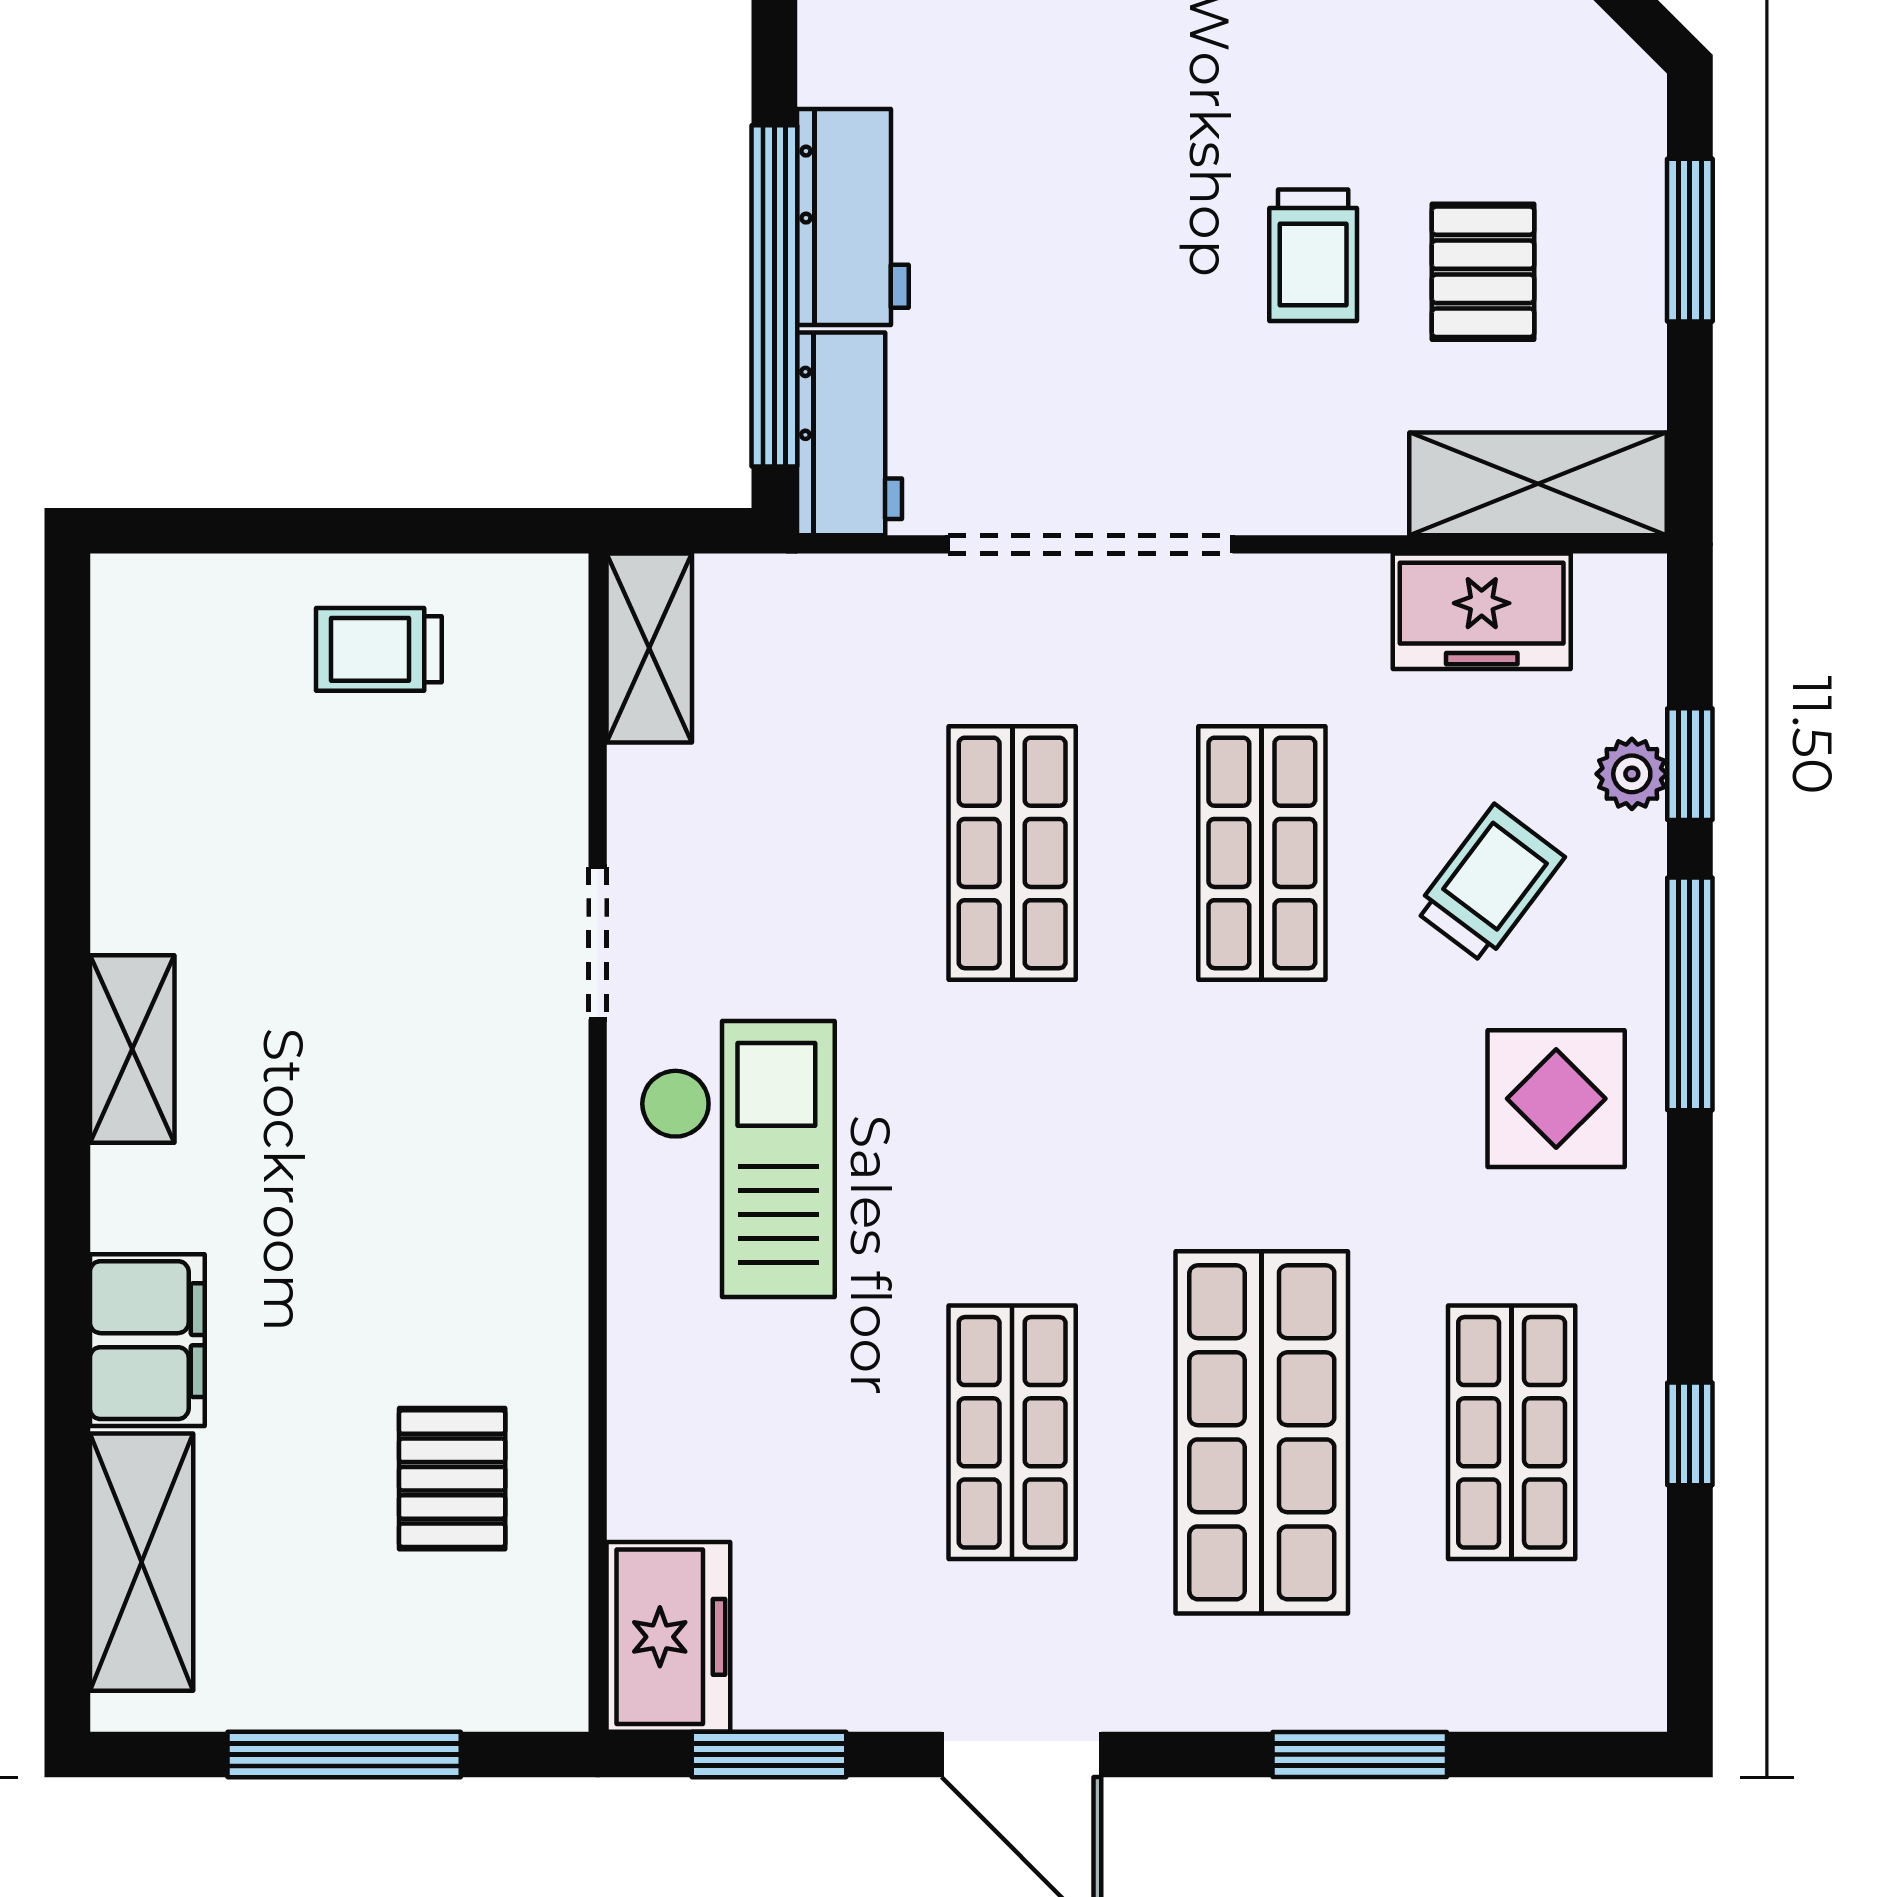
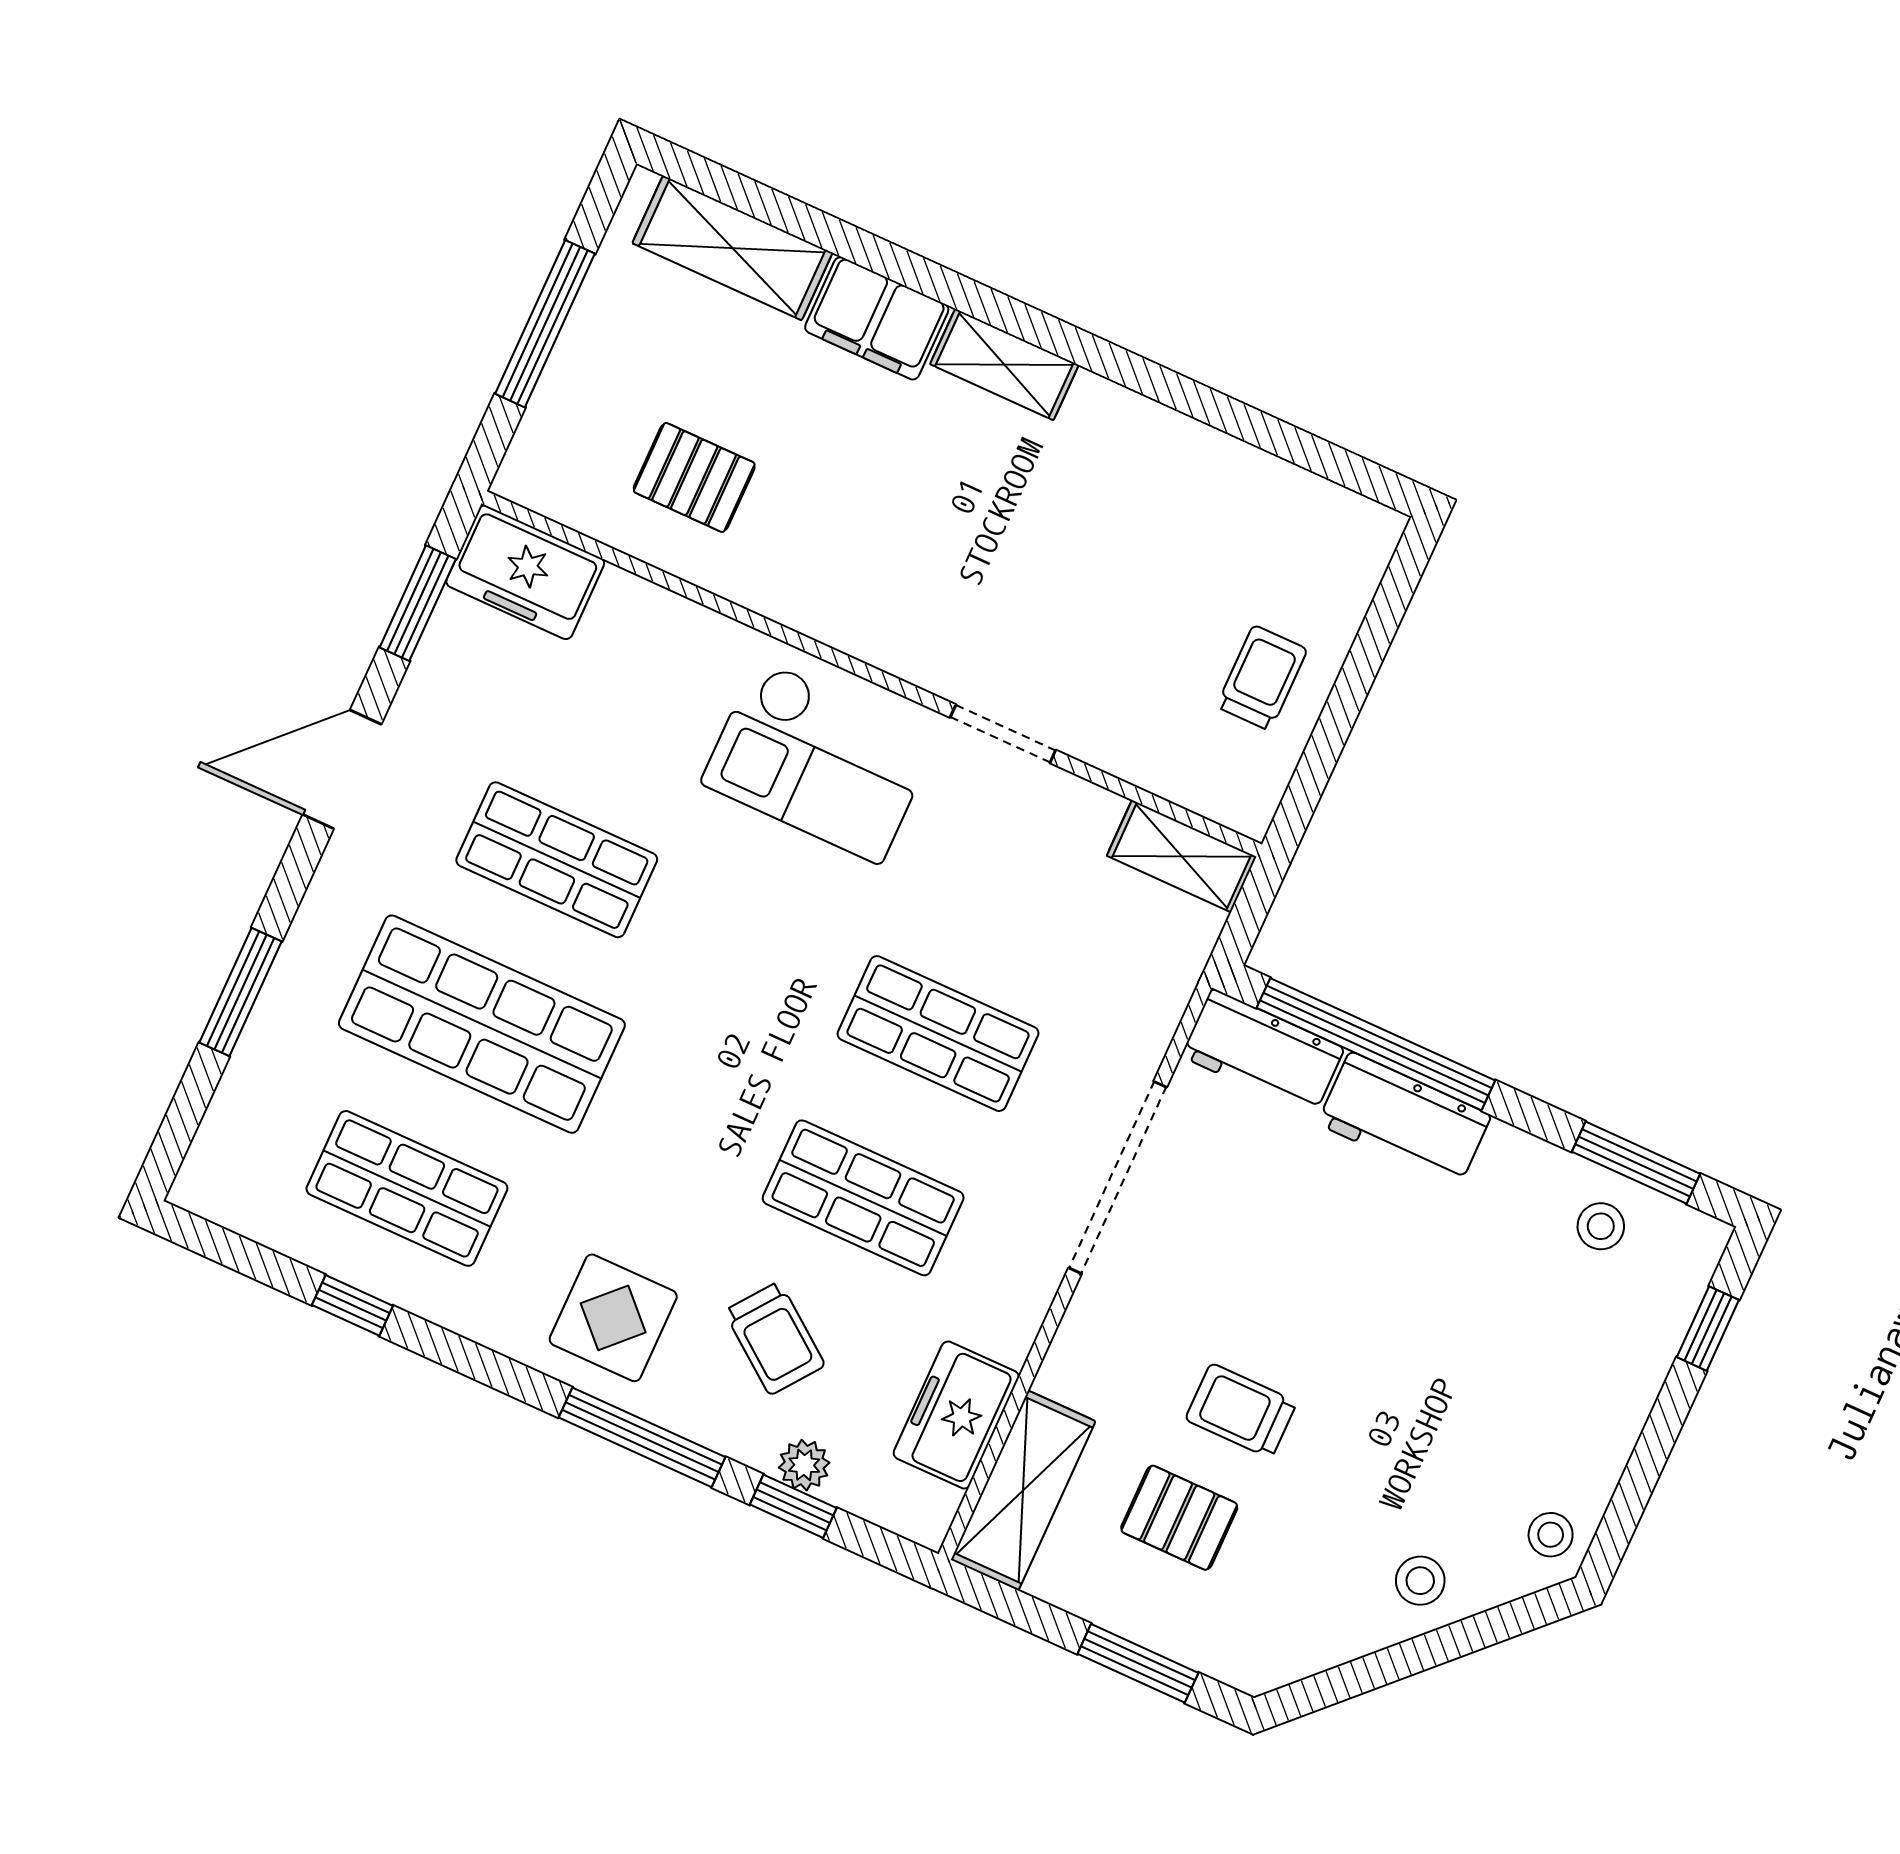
shelving: (132, 1049) -> (1004, 365), moved

